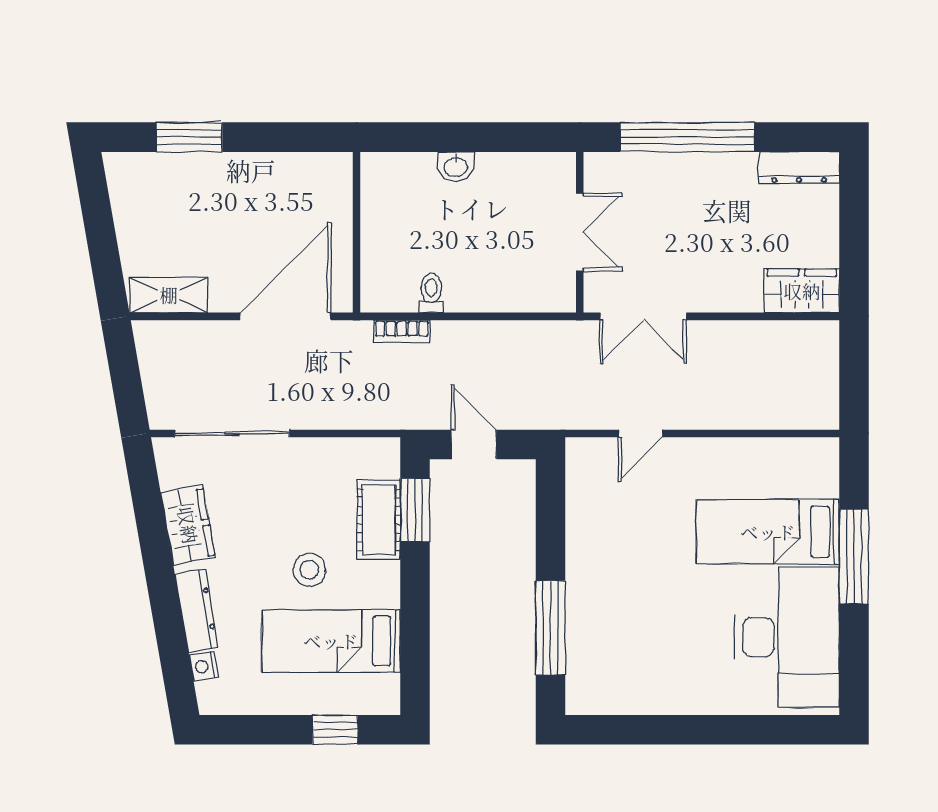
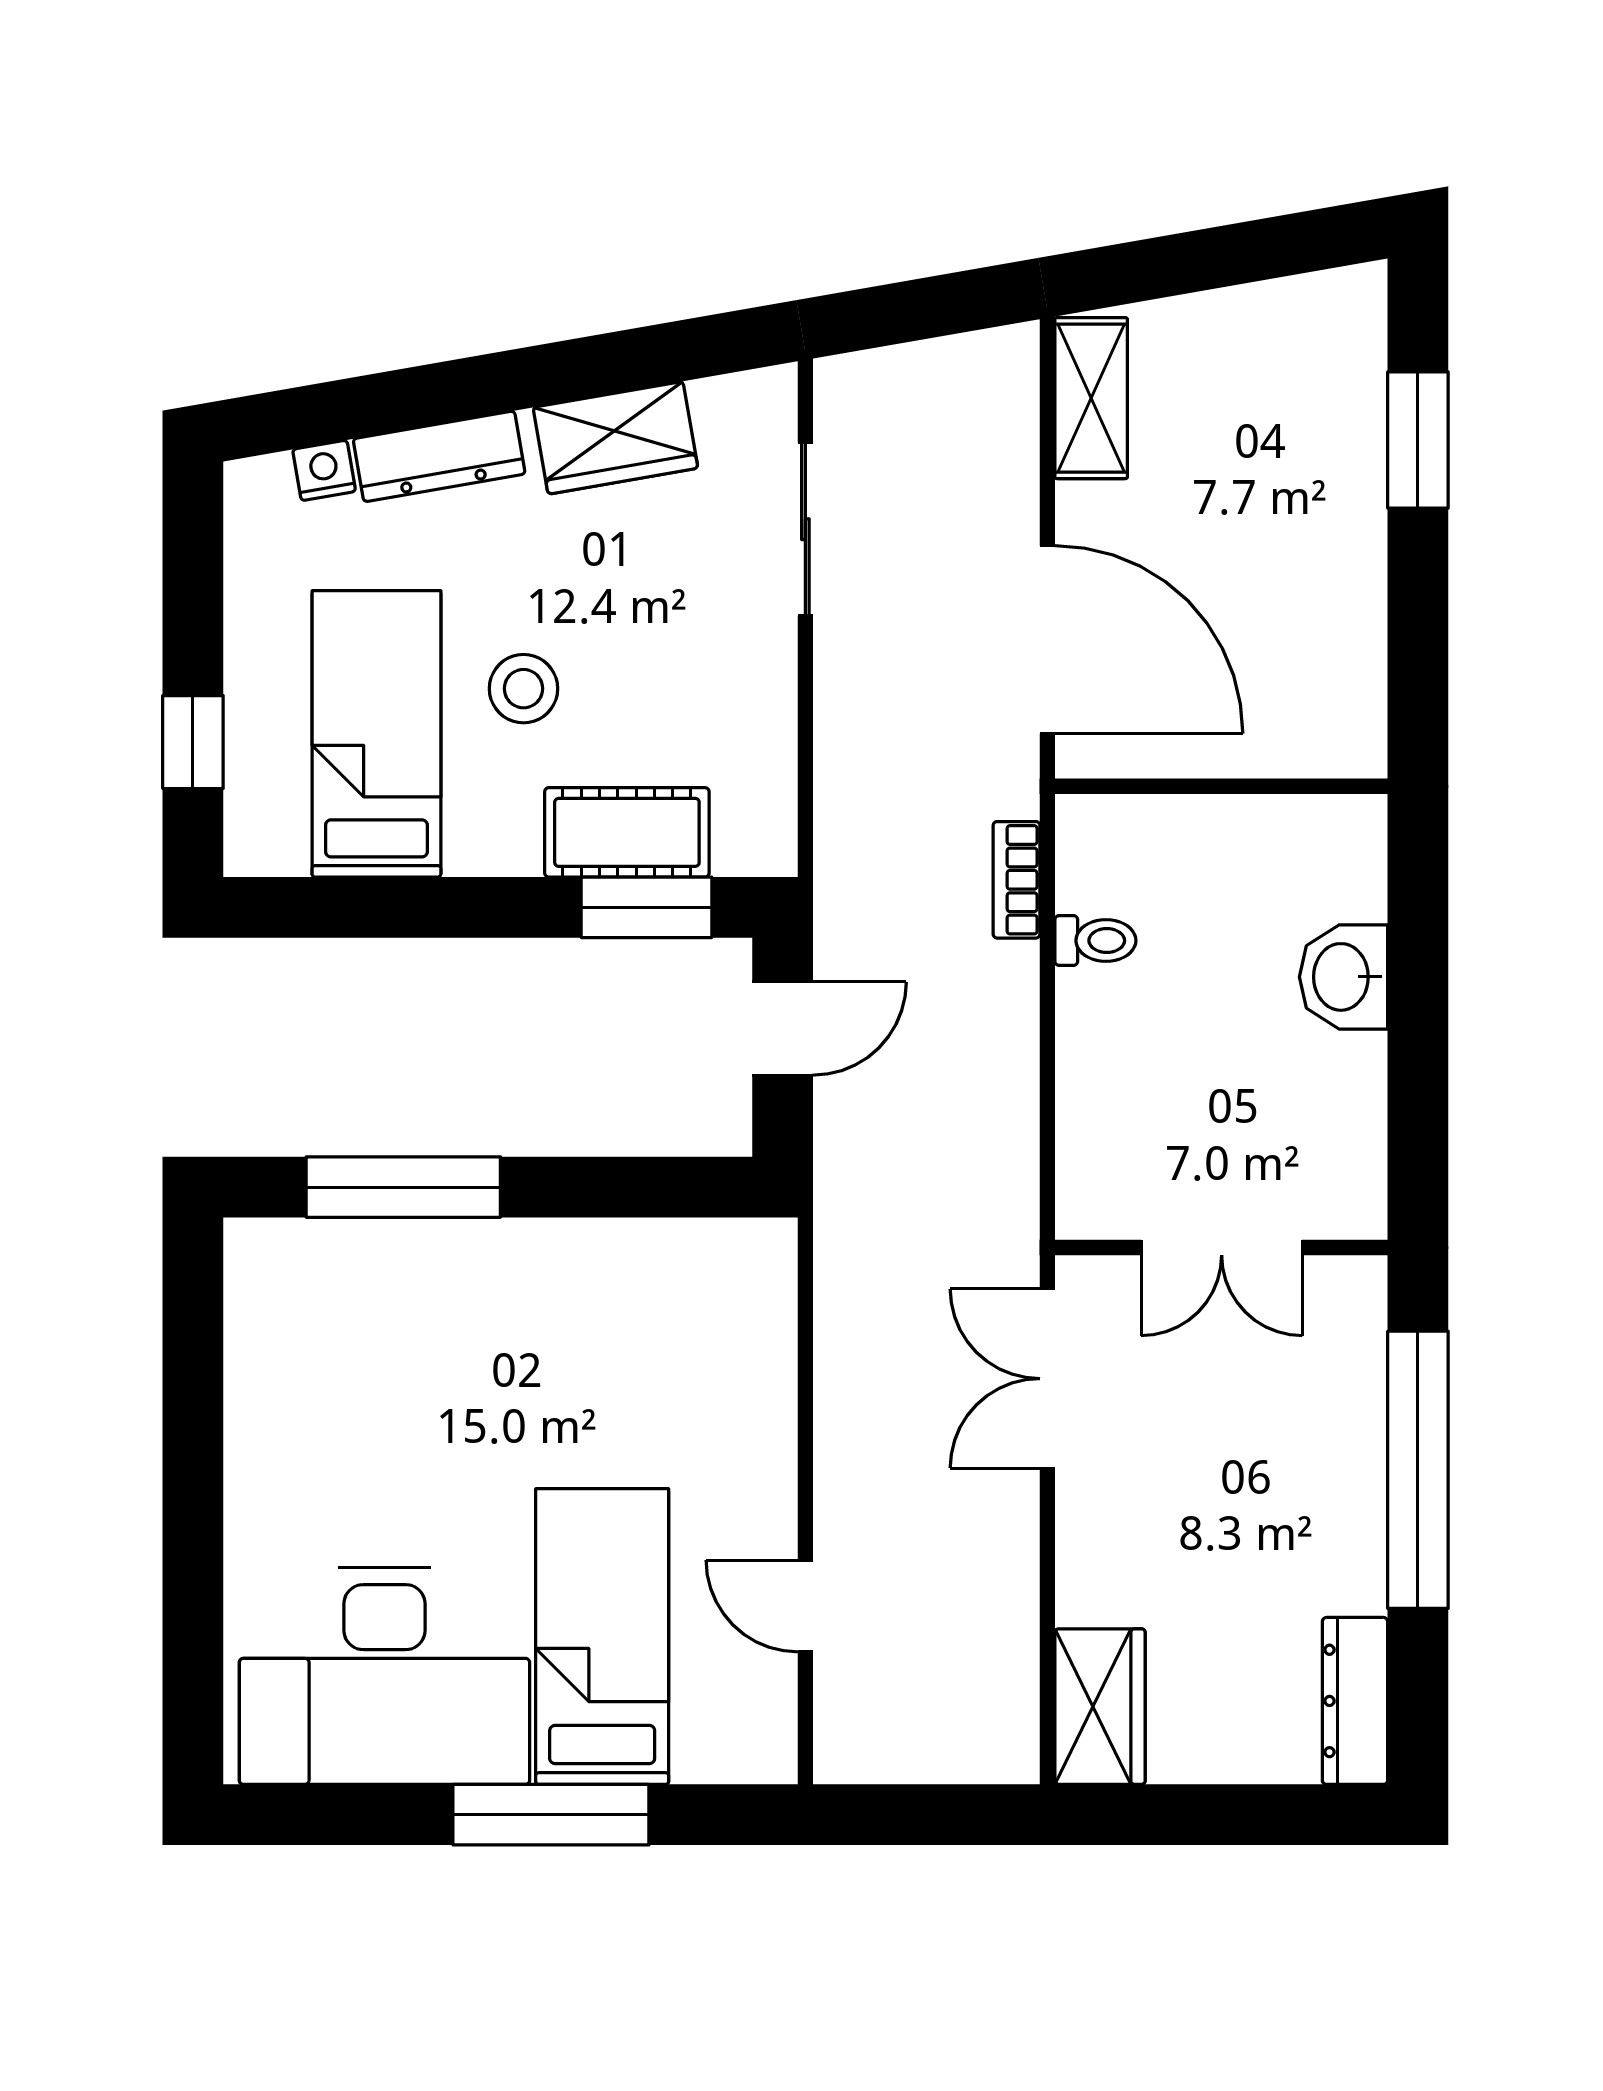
washbasin: (456, 167) -> (1344, 977), width x1.38, depth x1.45
sliding door: (232, 433) -> (805, 529), width x0.73
door: (640, 433) -> (805, 1606), moved

